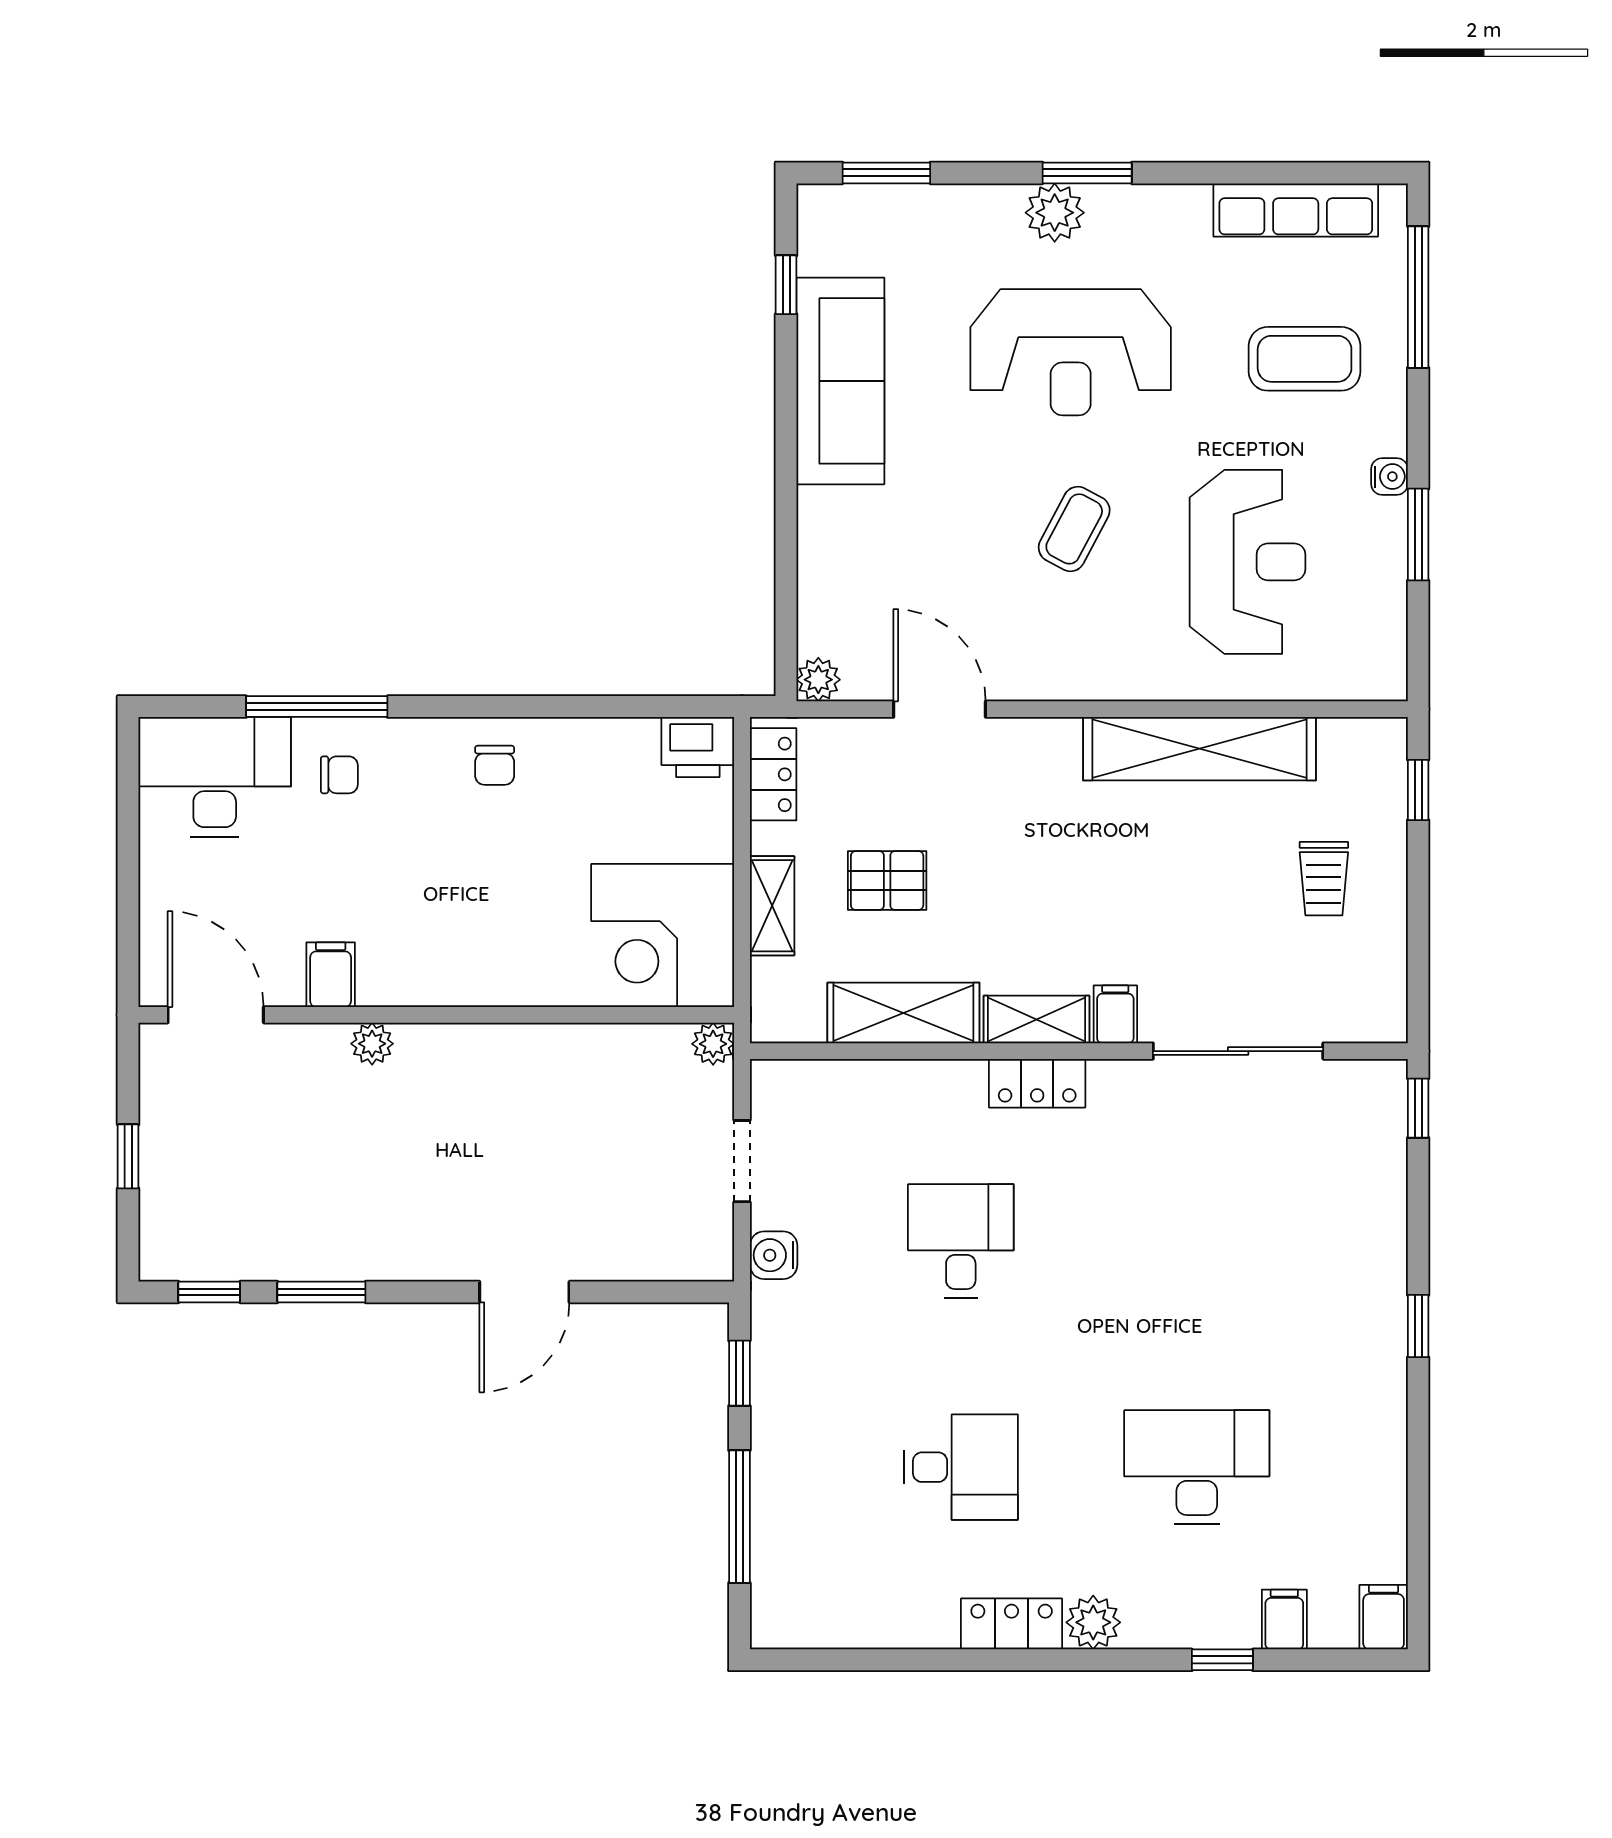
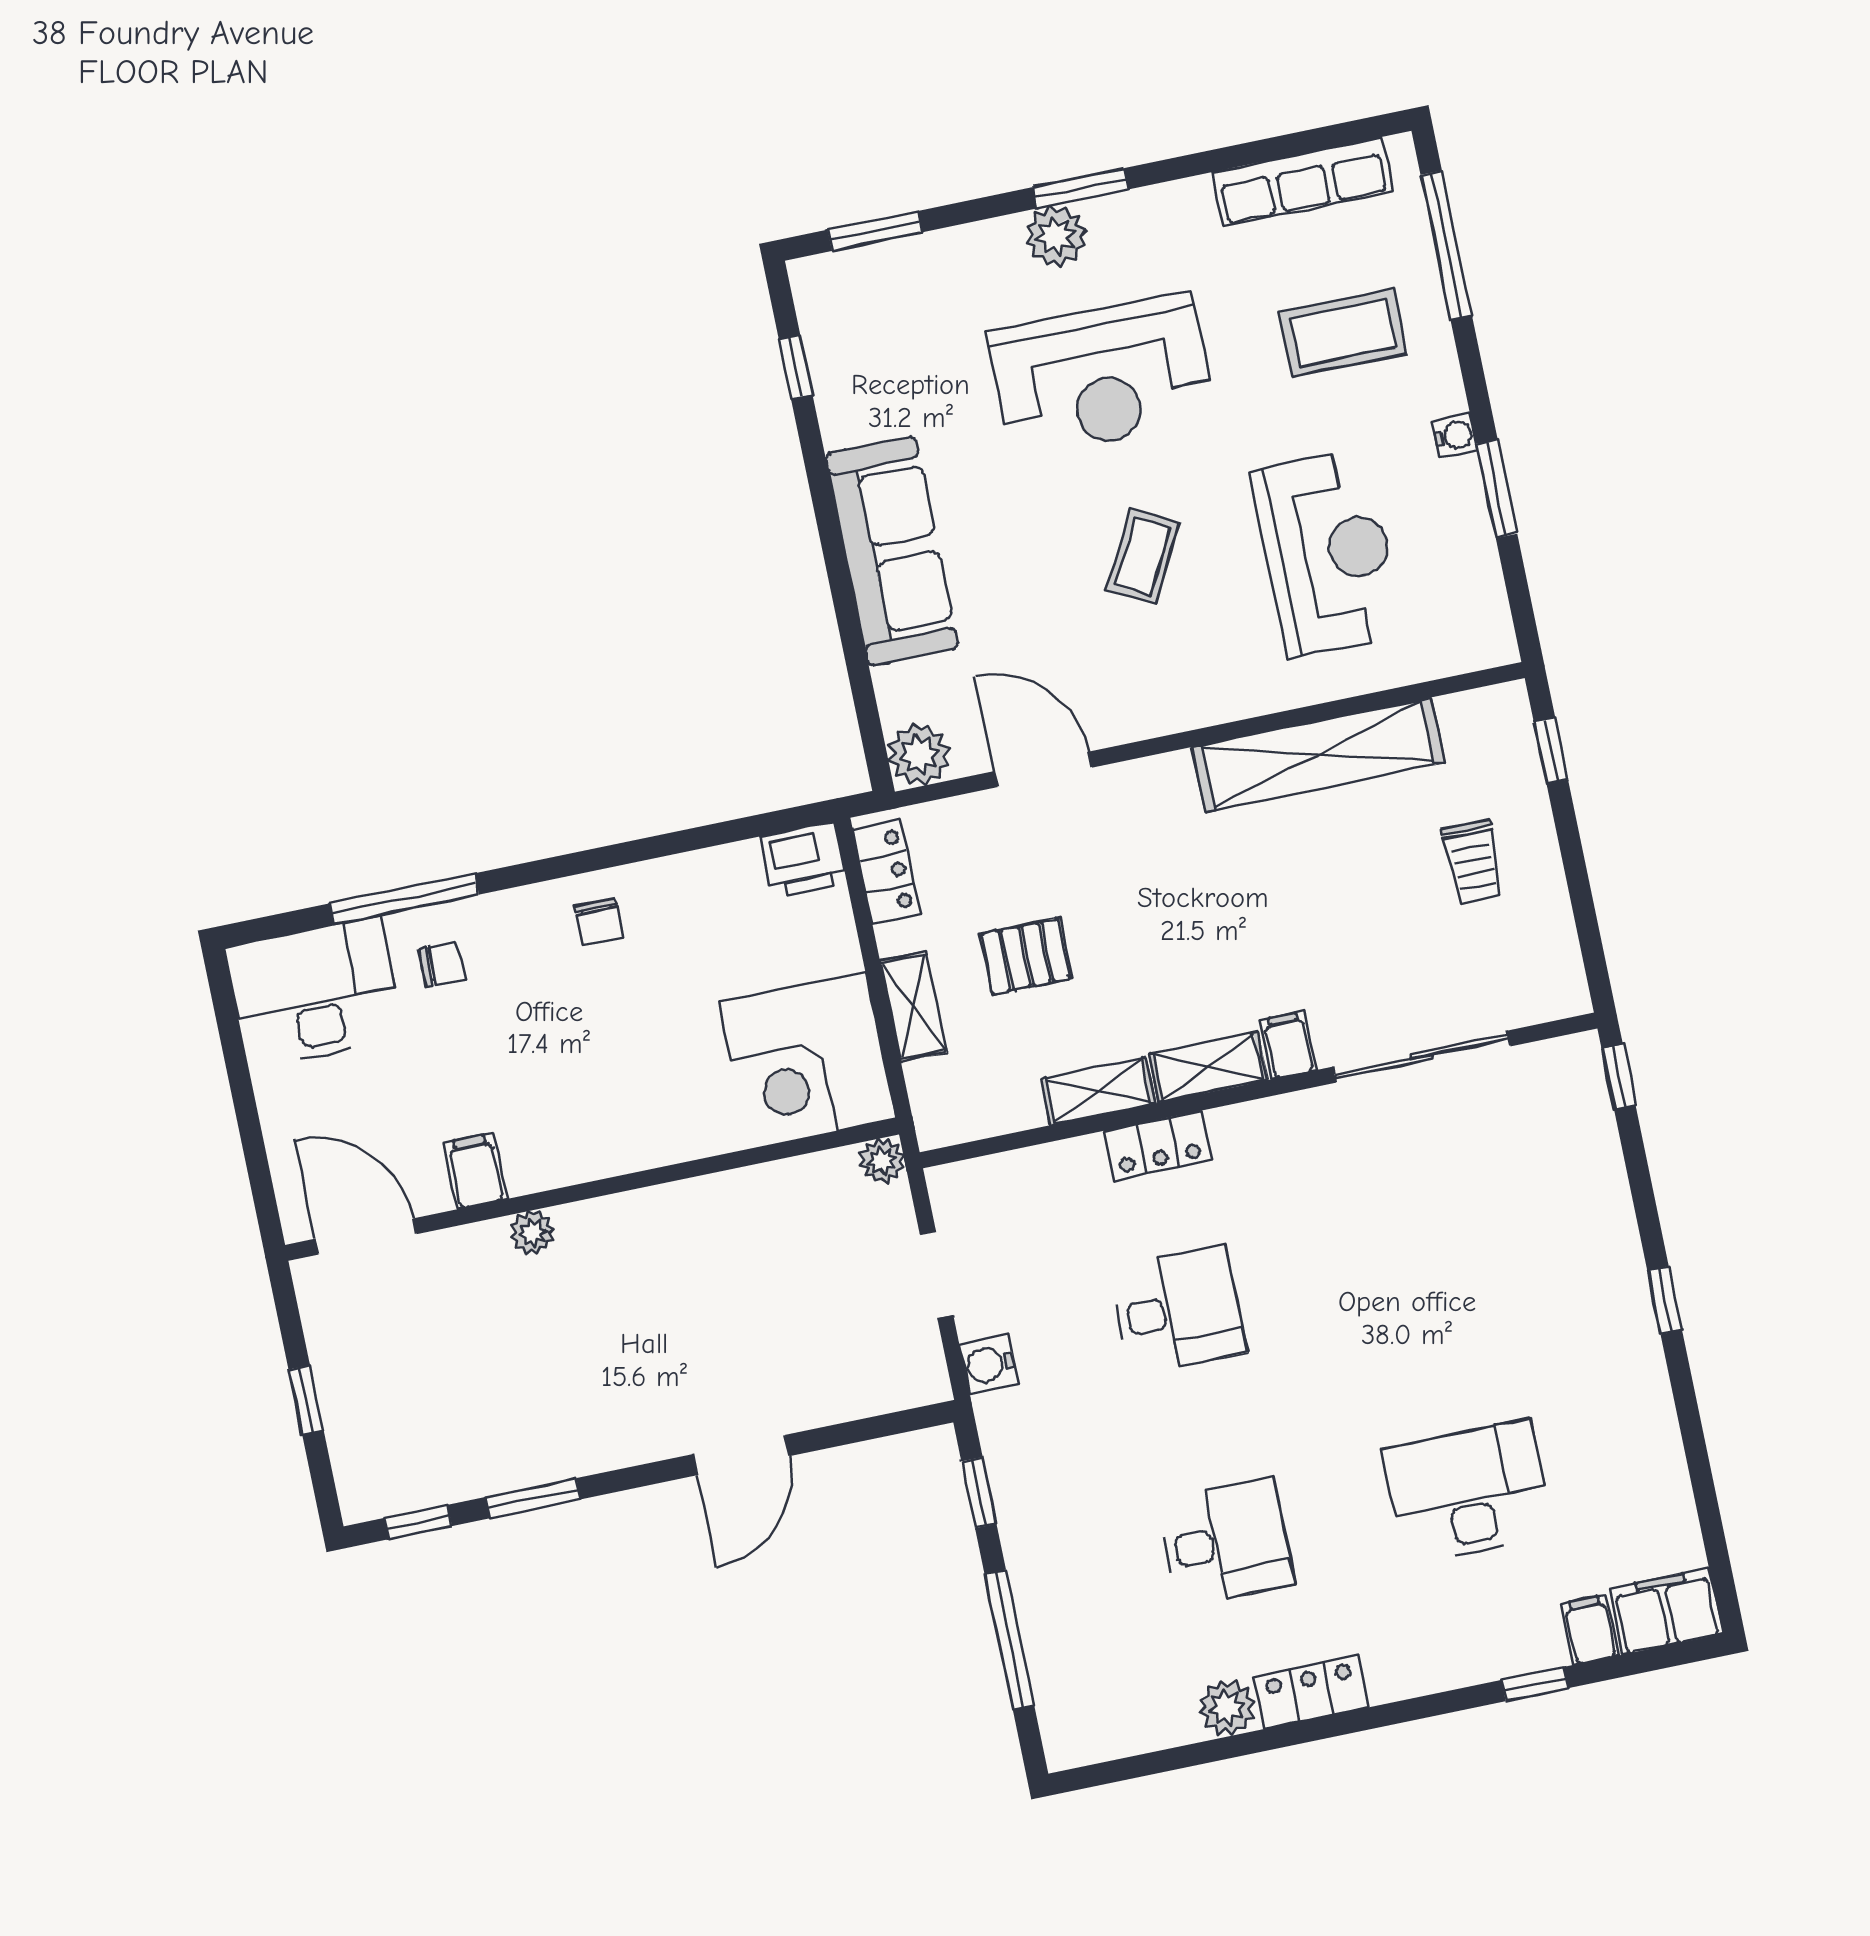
sofa: (840, 381) -> (892, 551), moved
plant: (818, 680) -> (919, 755), width x1.38, depth x1.38
shelving: (903, 1013) -> (1098, 1091), width x0.67, depth x0.75
locker: (1037, 1083) -> (1158, 1146), moved
desk: (961, 1241) -> (1178, 1310), turned 90
filing cabinet: (1384, 1617) -> (1666, 1611), width x2.00
plant: (1093, 1622) -> (1227, 1708), moved

